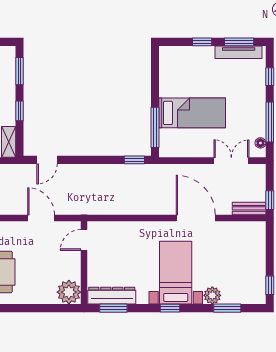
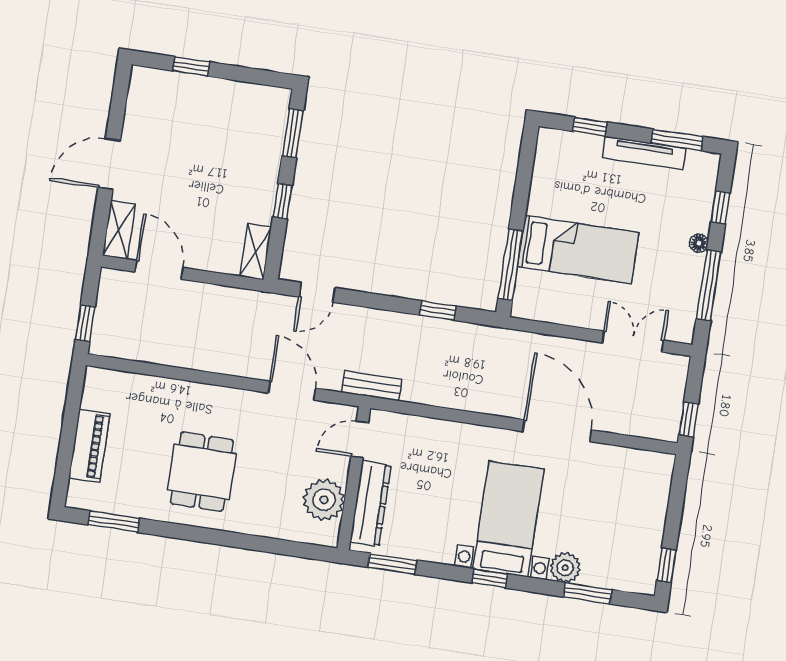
window: (202, 42) -> (590, 127), moved
tv unit: (239, 52) -> (644, 153), moved
floor lamp: (260, 143) -> (699, 243), moved
window: (134, 160) -> (438, 311), moved
bench: (249, 208) -> (372, 386), moved
plant: (69, 292) -> (324, 500), moved
dresser: (112, 296) -> (371, 503), moved, turned 90

